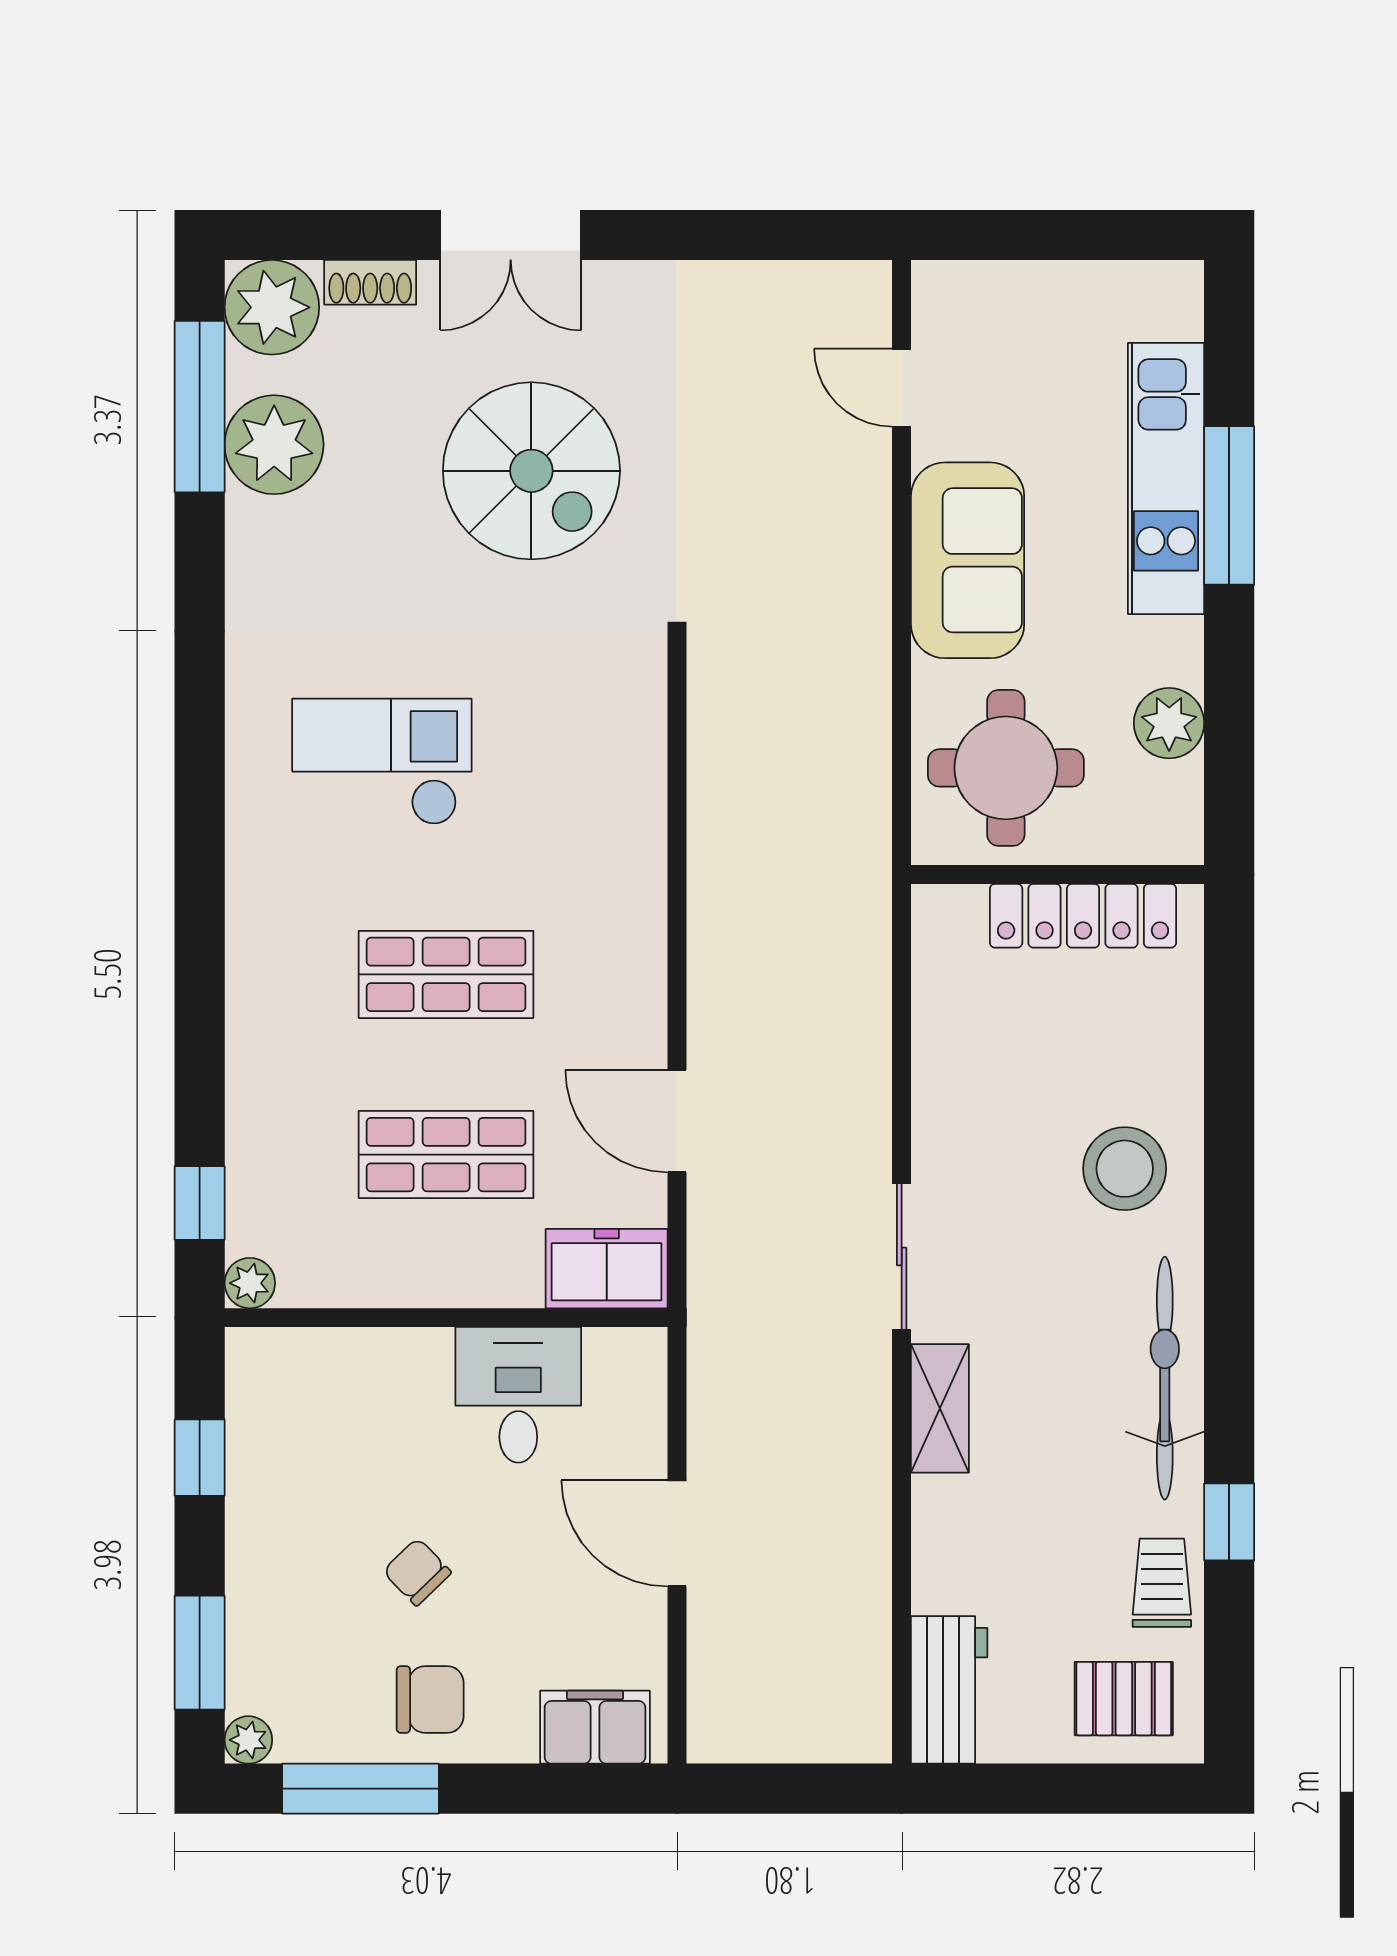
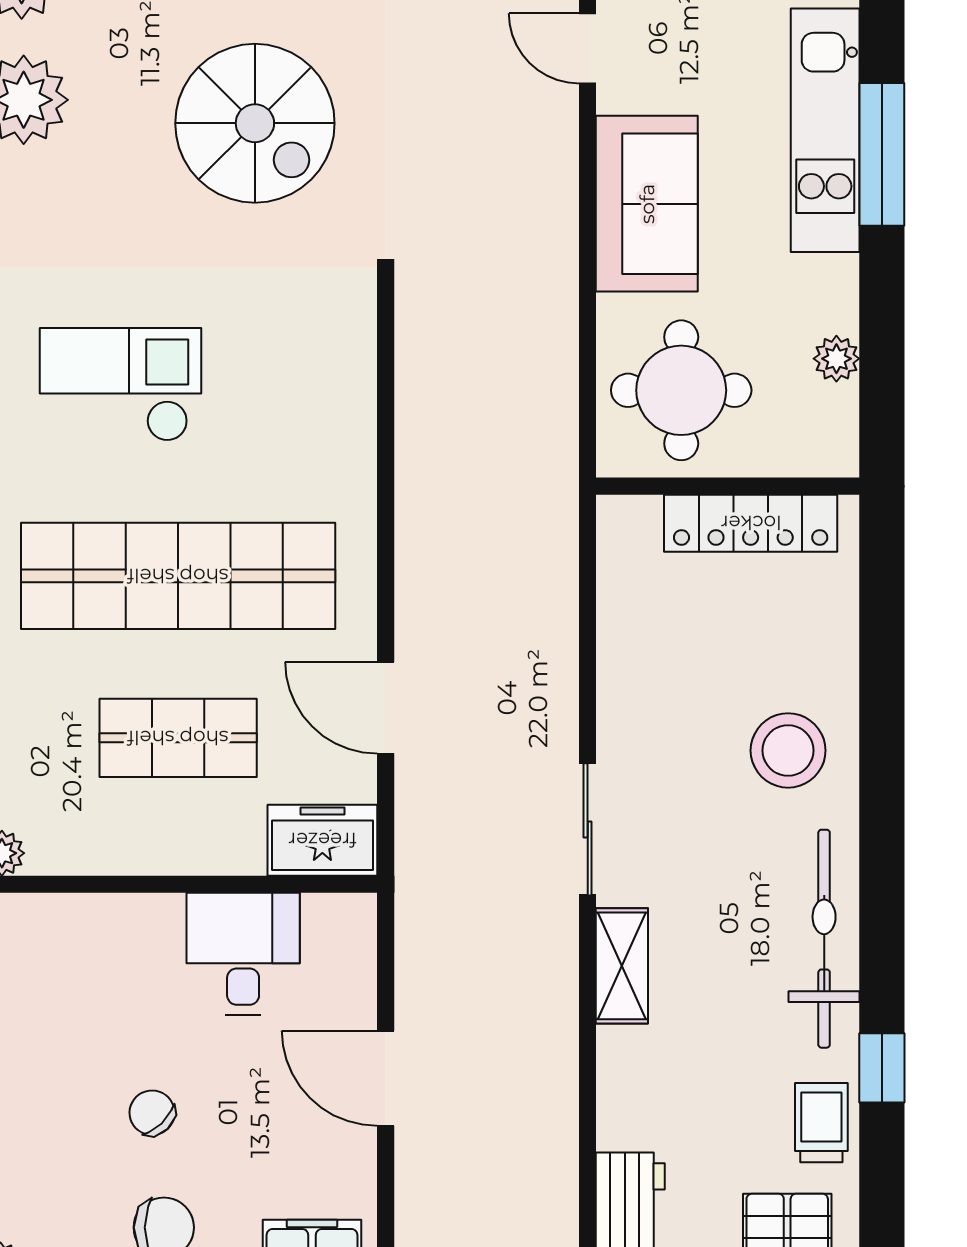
plant: (1169, 723) -> (836, 359), width x0.73, depth x0.73
shop shelf: (446, 974) -> (178, 576), width x2.00, depth x1.36

